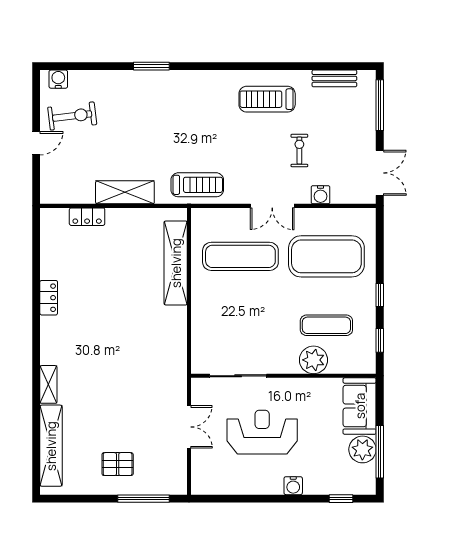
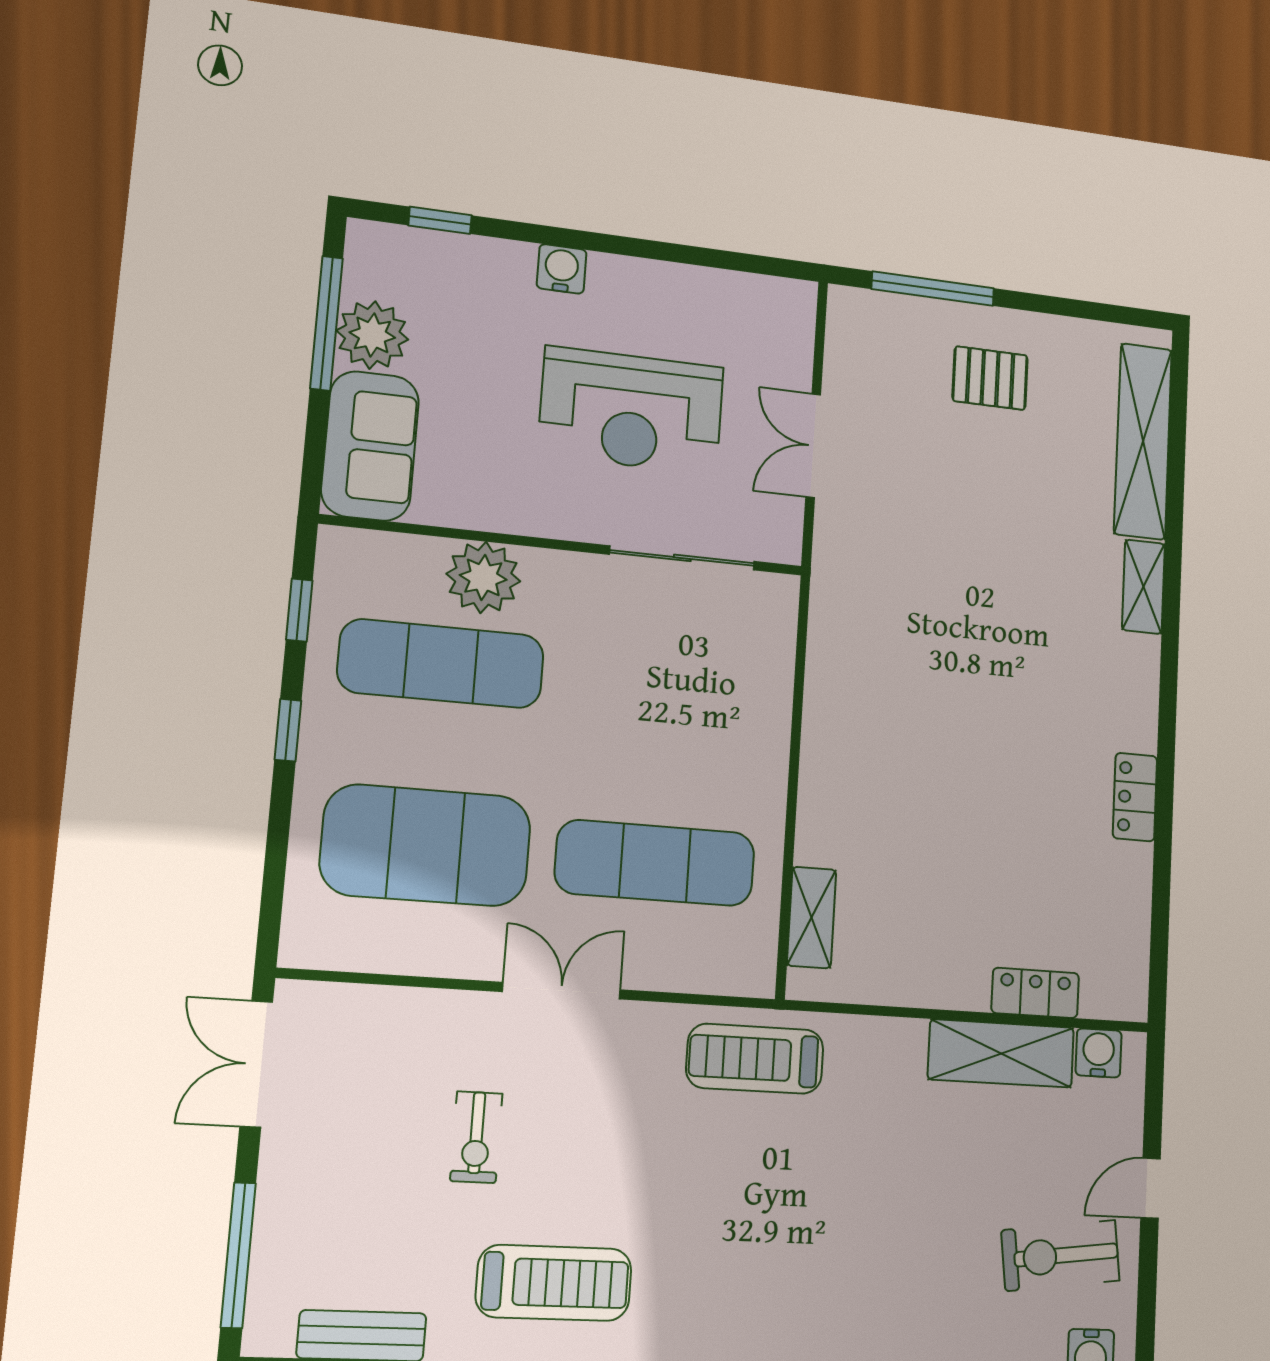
shelving: (125, 192) -> (1001, 1053), moved
water cooler: (320, 195) -> (1099, 1053), moved
shelving: (176, 263) -> (812, 917), width x0.45, depth x0.75
exercise mat: (326, 325) -> (441, 664), width x1.36, depth x1.45

